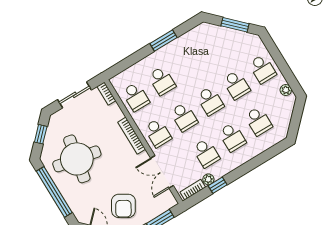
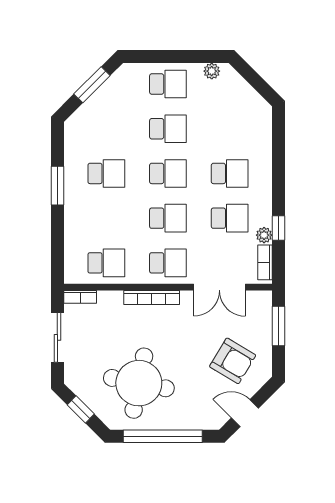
school desk: (162, 81) -> (106, 173), moved
school desk: (258, 121) -> (230, 129), removed

